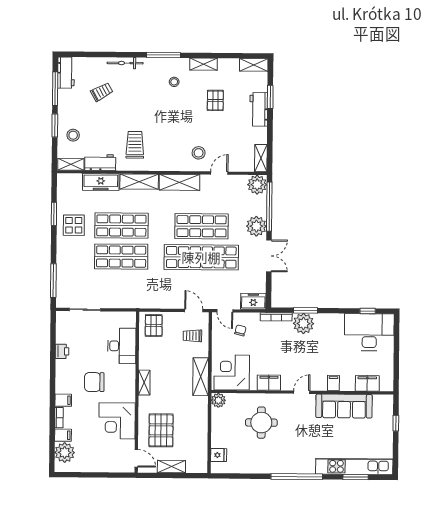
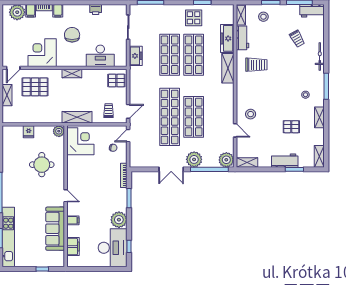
shelving: (179, 182) -> (228, 99), removed
freezer: (253, 301) -> (136, 56), moved
plant: (303, 324) -> (119, 220), moved
filing cabinet: (269, 383) -> (73, 170), removed
fridge: (219, 455) -> (29, 132), moved

